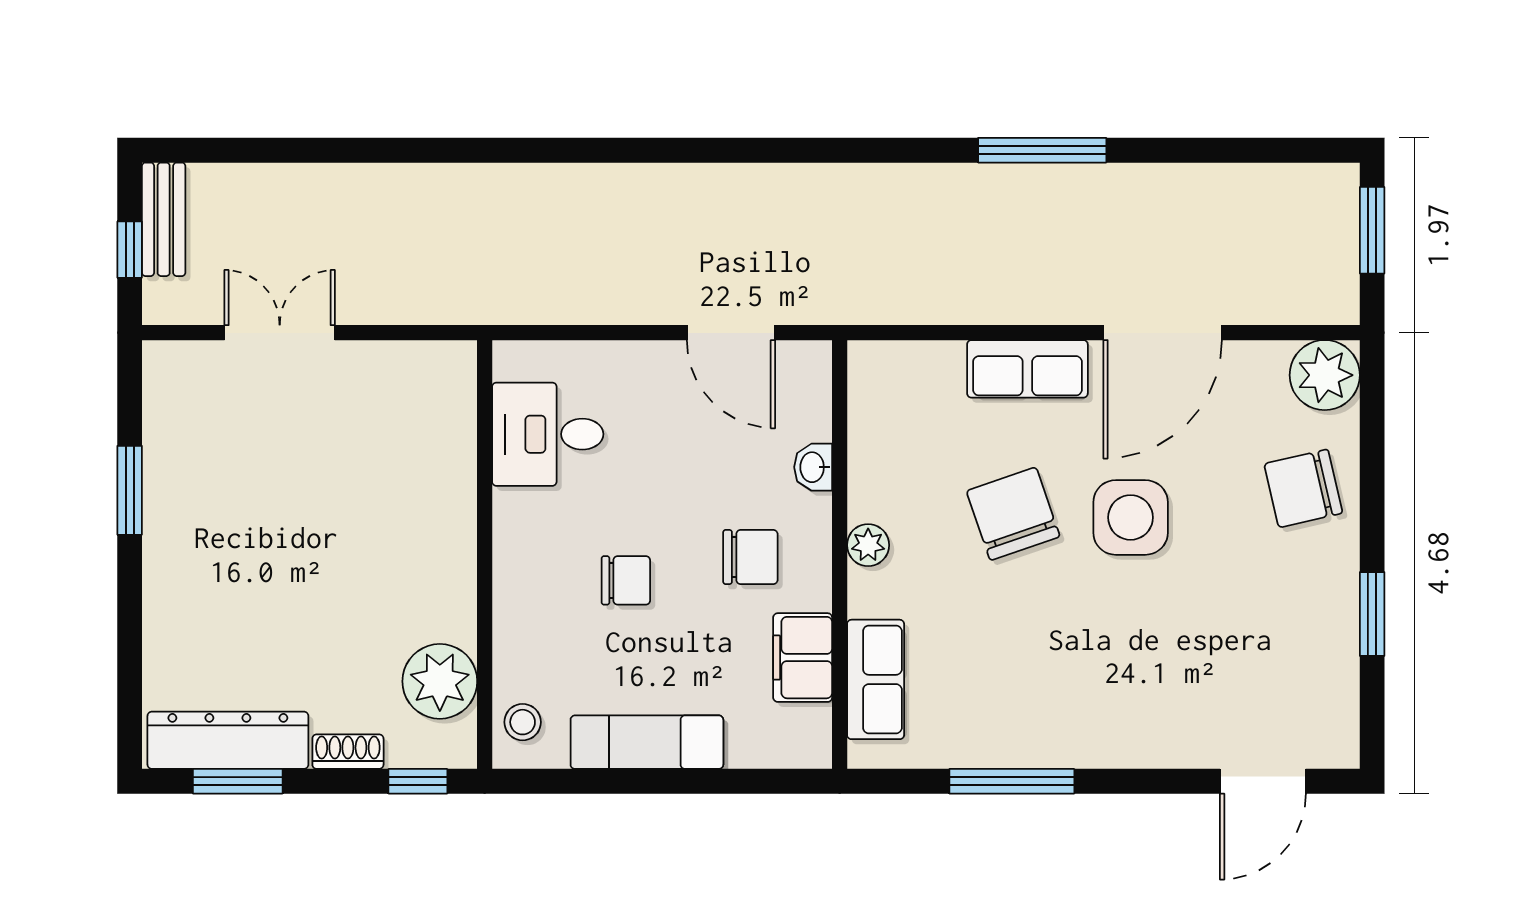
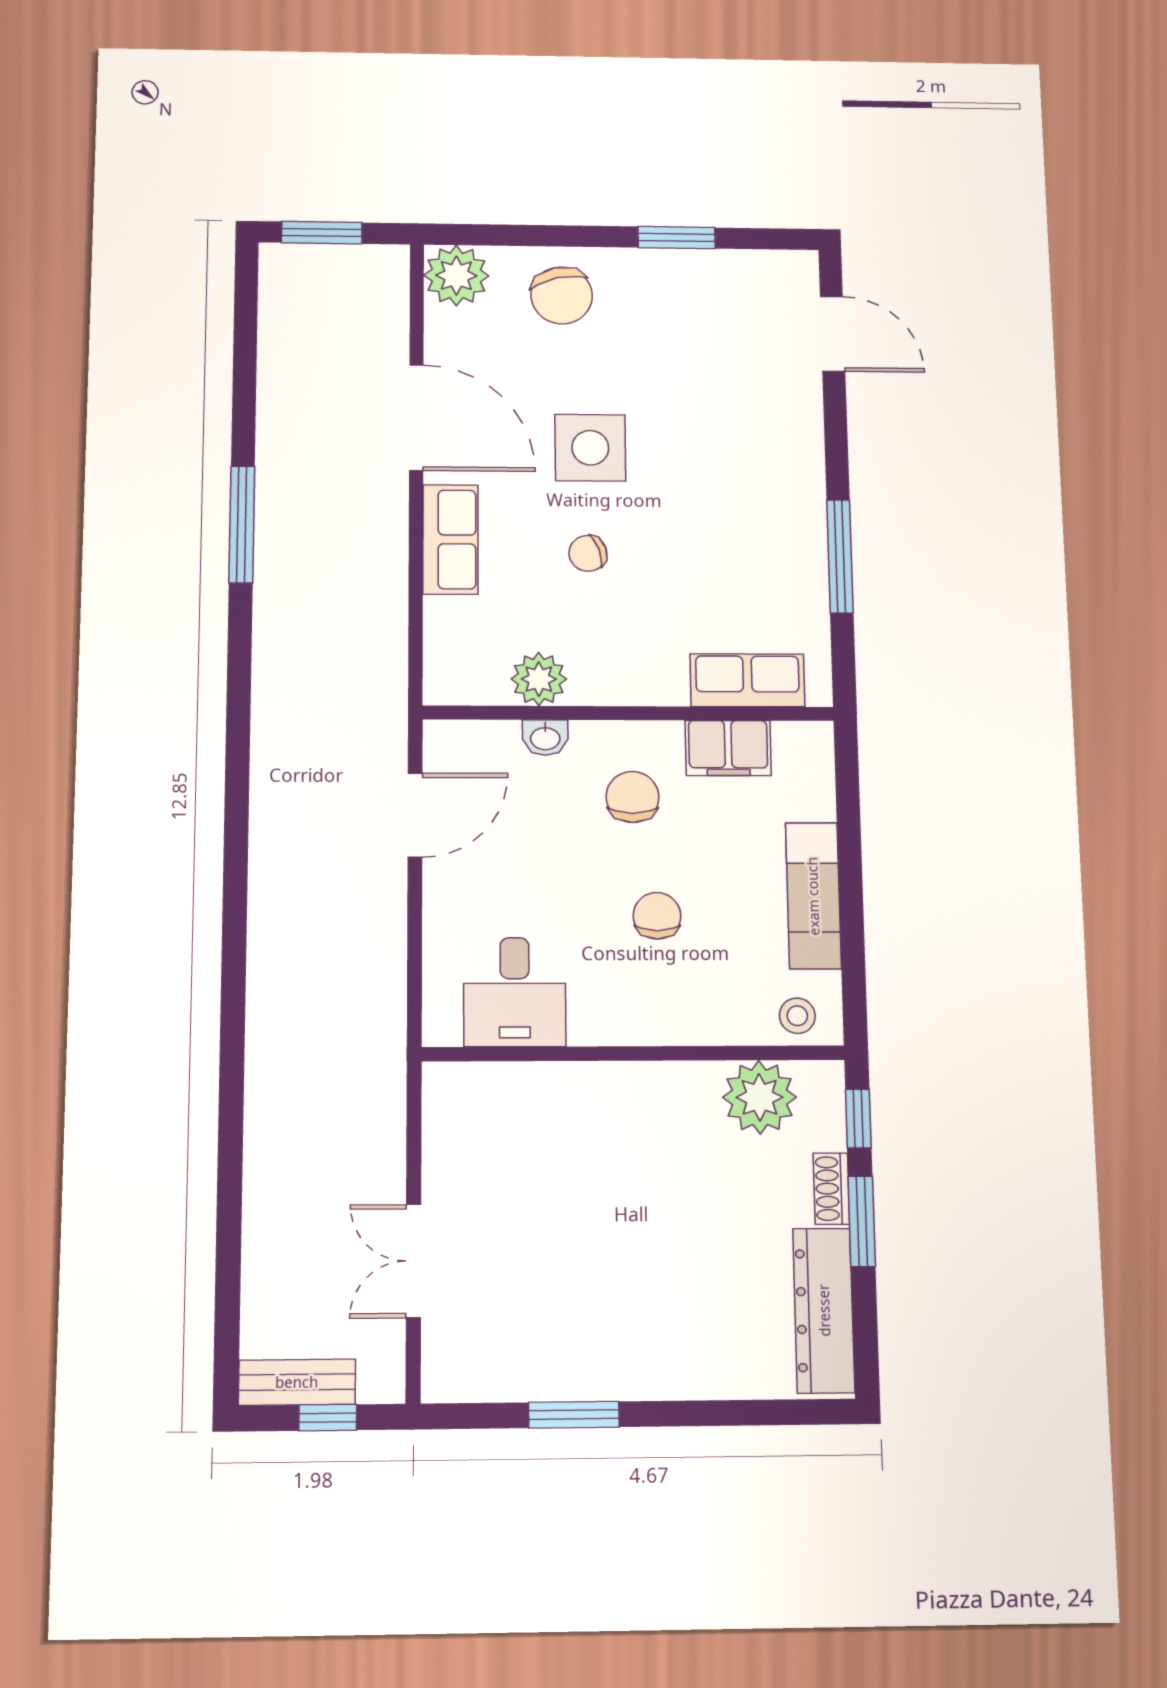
chair: (1013, 514) -> (588, 553), width x0.54, depth x0.54
plant: (868, 545) -> (539, 679), moved, width x1.38, depth x1.38
window: (238, 781) -> (862, 1221), moved

